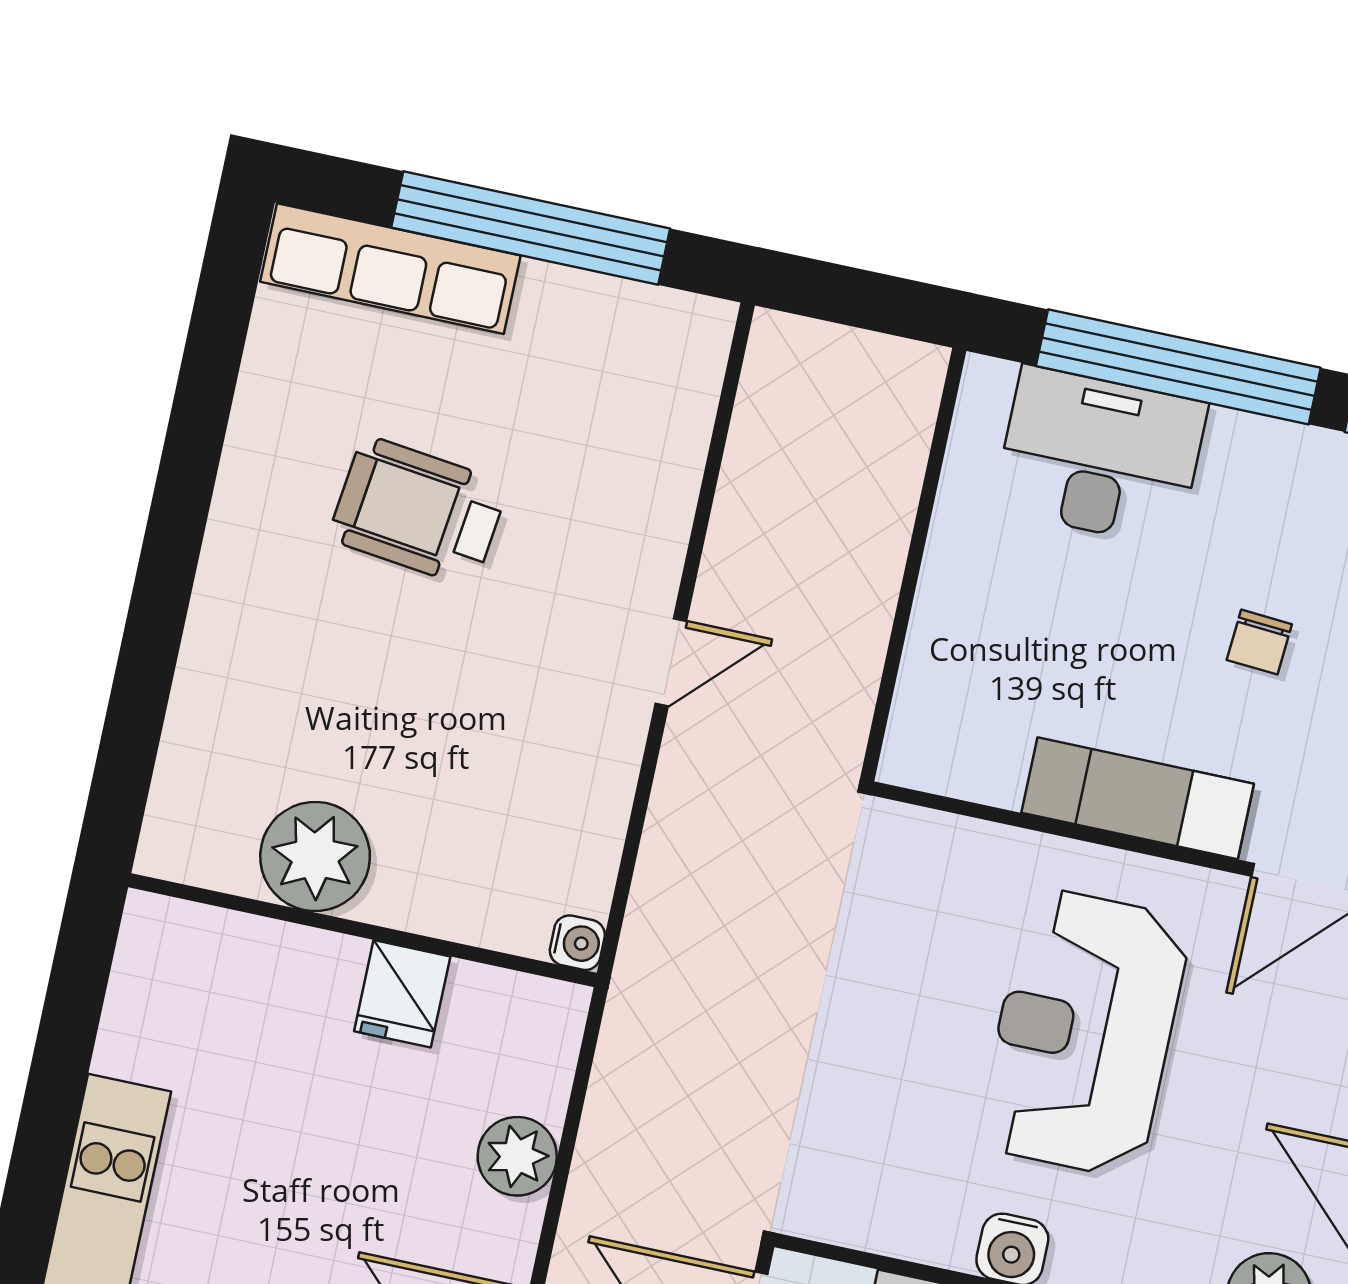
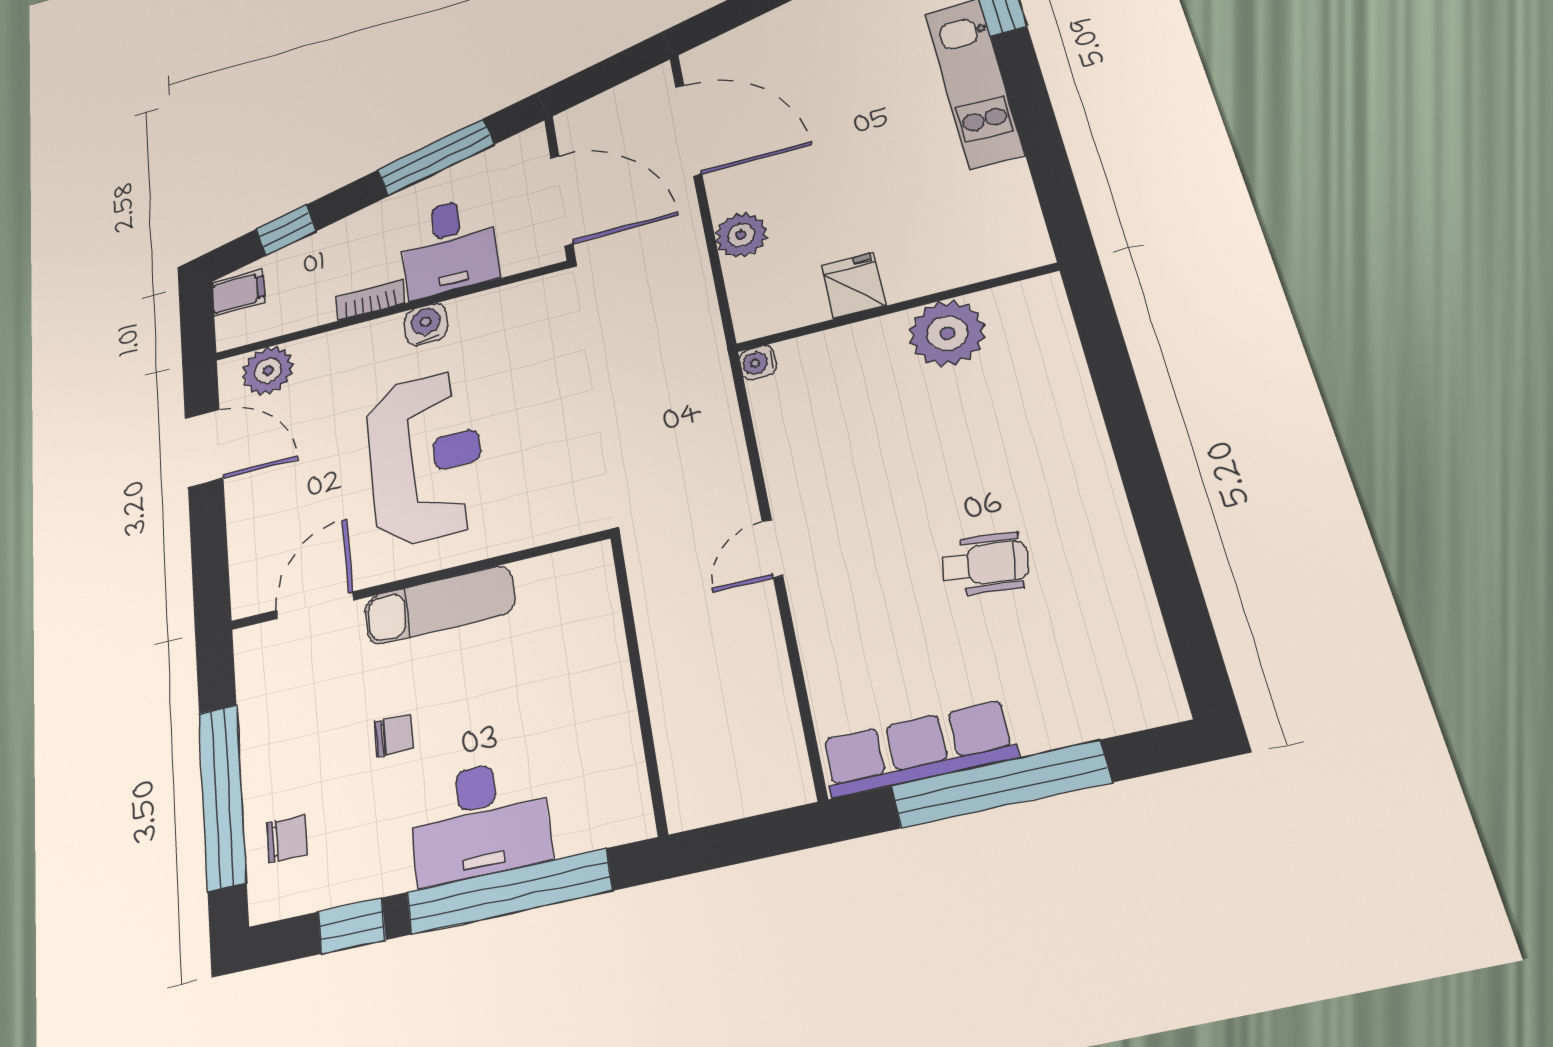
row of seats: (390, 269) -> (918, 749), moved
desk: (1100, 456) -> (479, 821), moved
wheelchair: (418, 511) -> (985, 564), width x0.73, depth x0.73
chair: (1259, 642) -> (394, 735), turned 86

